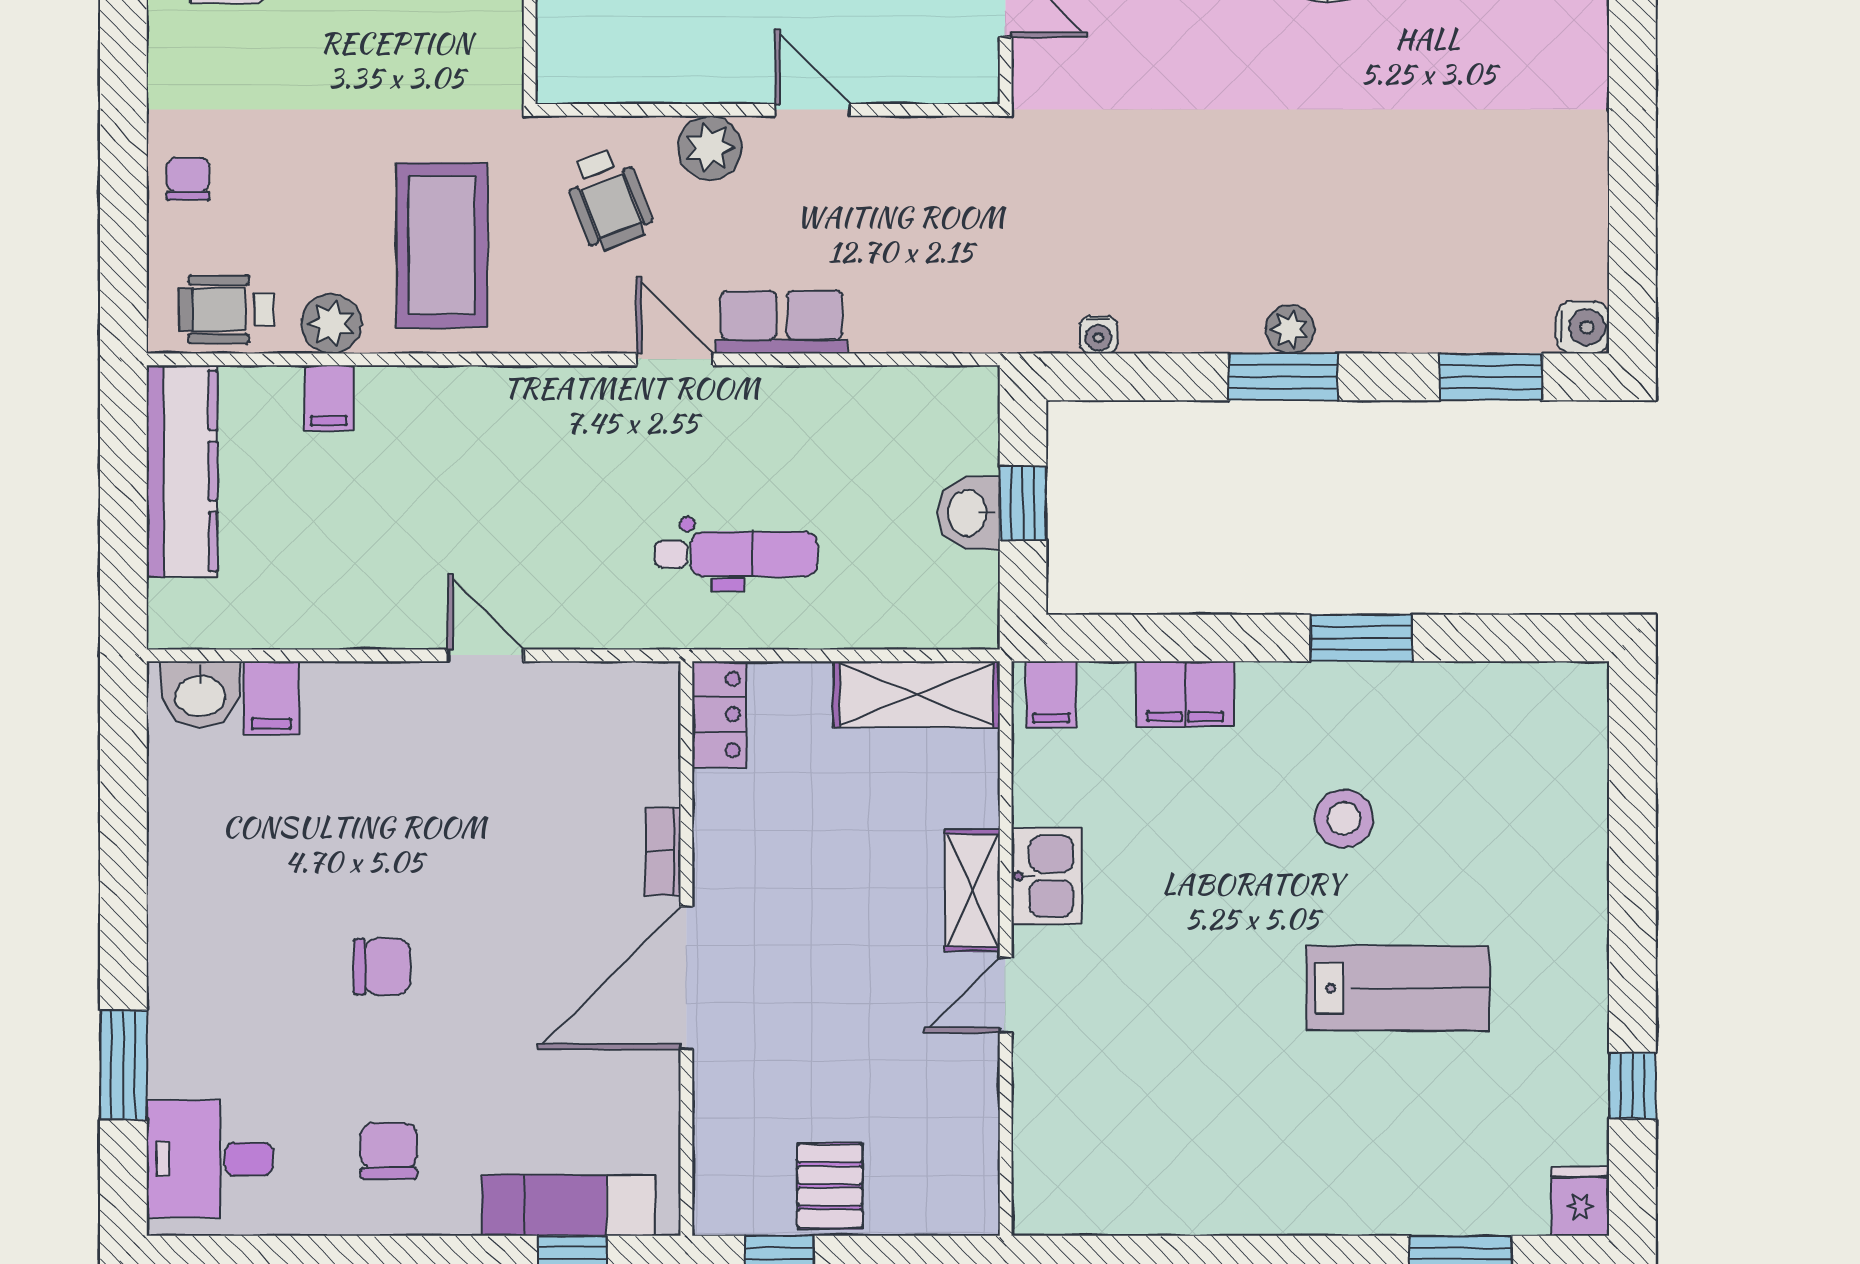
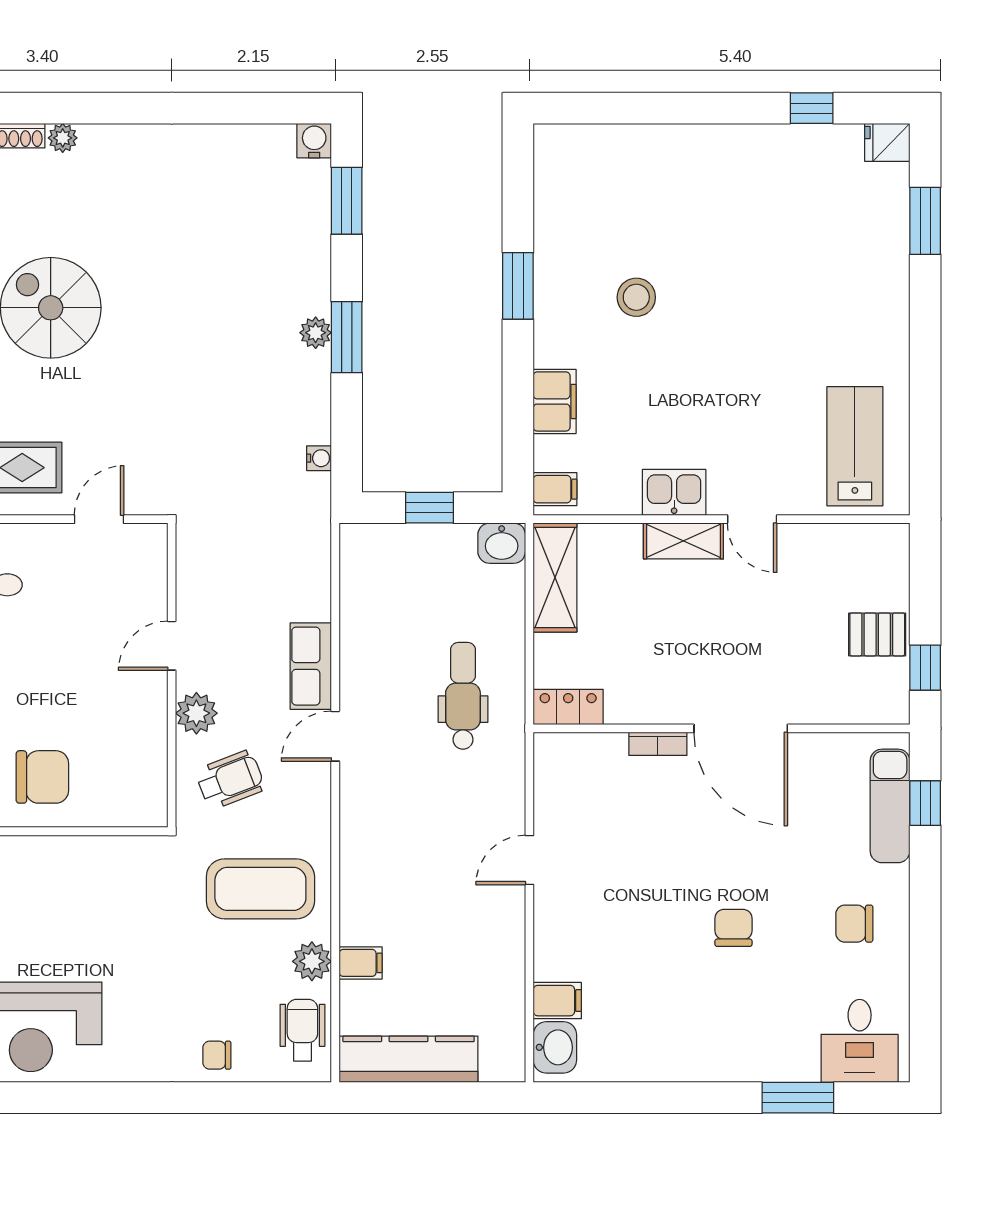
wheelchair: (226, 309) -> (302, 1030), turned 180
washbasin: (969, 513) -> (502, 543), moved
lab bench: (1398, 988) -> (855, 446), moved

